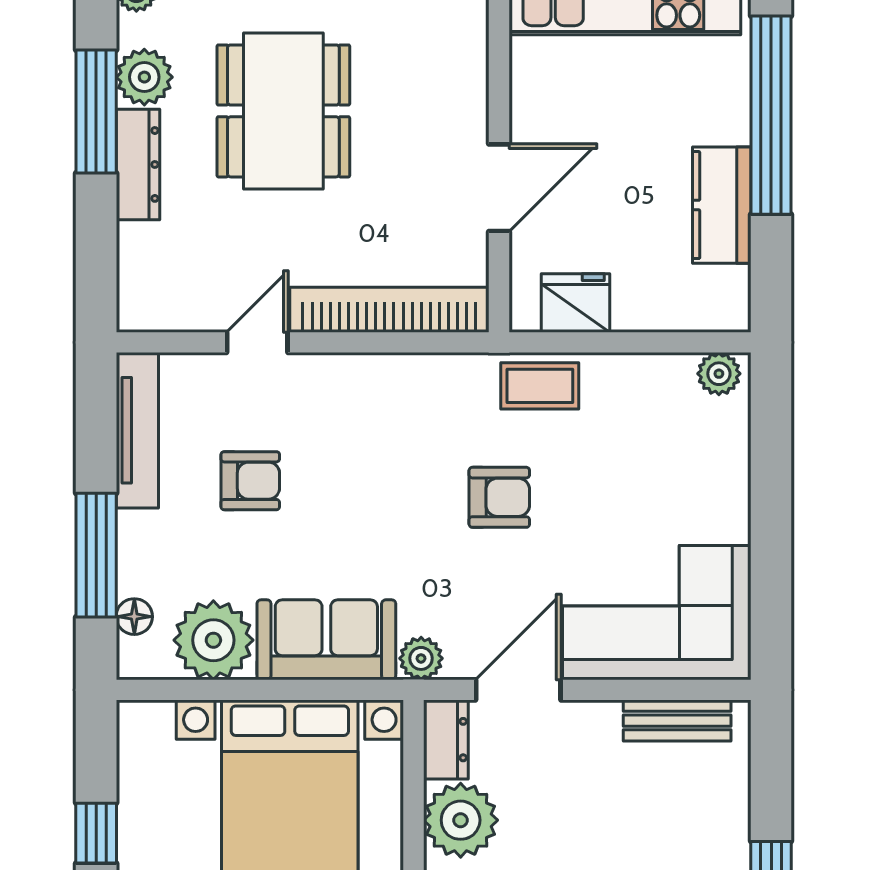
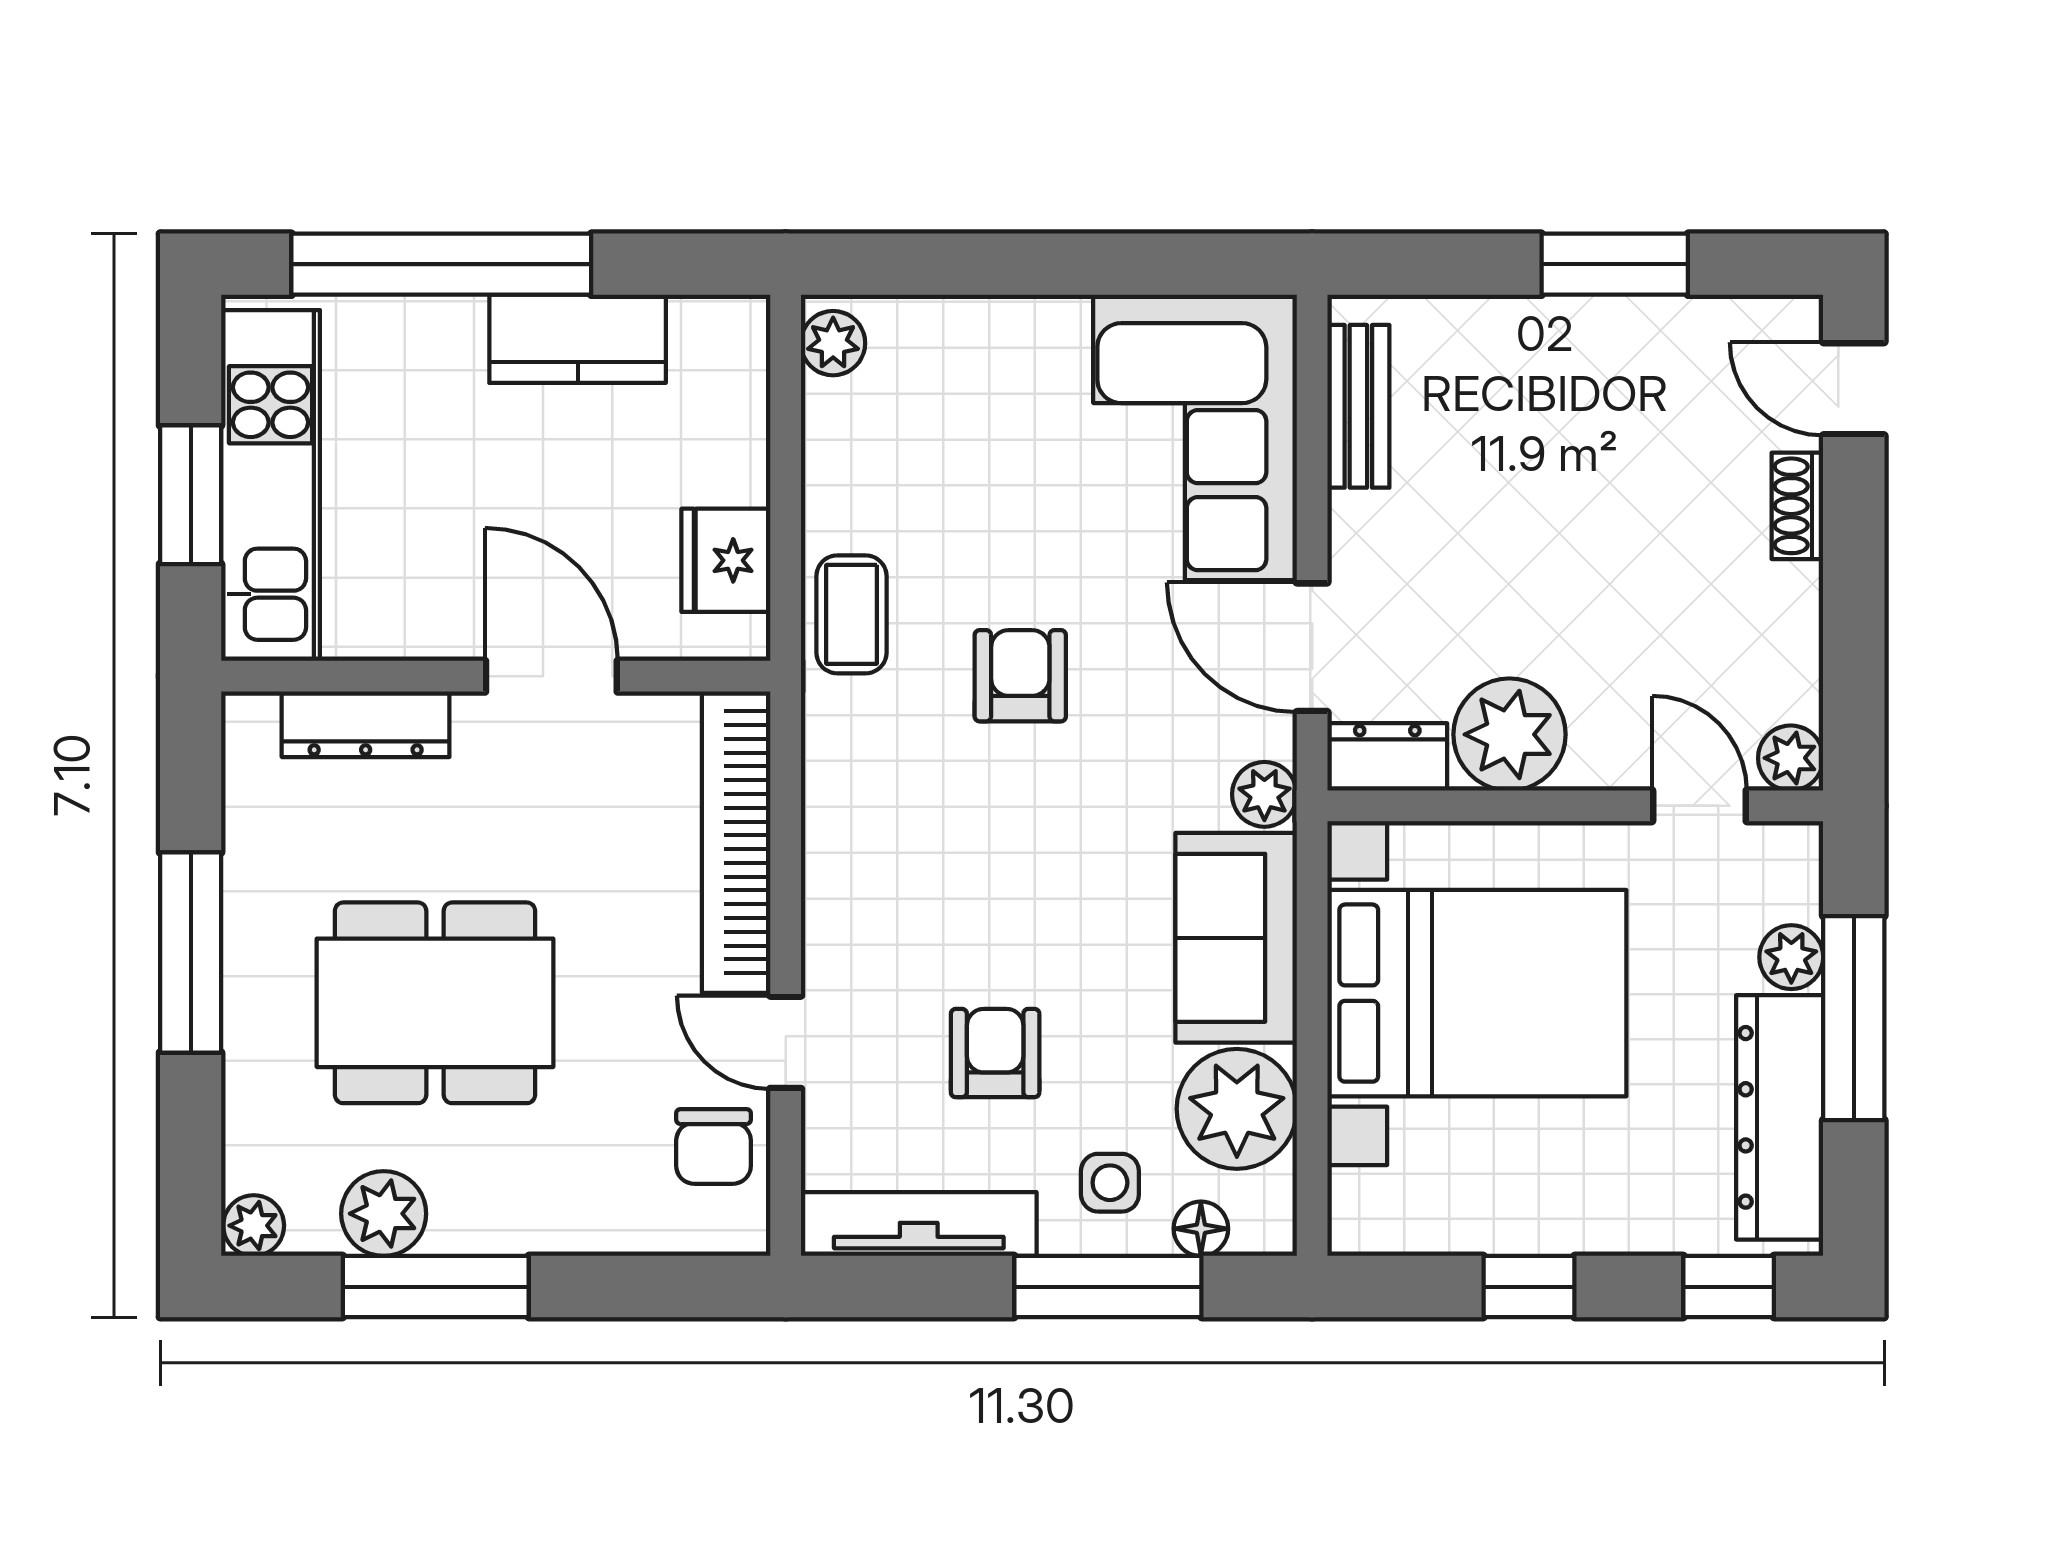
dresser: (138, 164) -> (366, 724), moved, turned 180
chair: (189, 295) -> (714, 1146), added
side table: (165, 556) -> (1110, 1183), added

